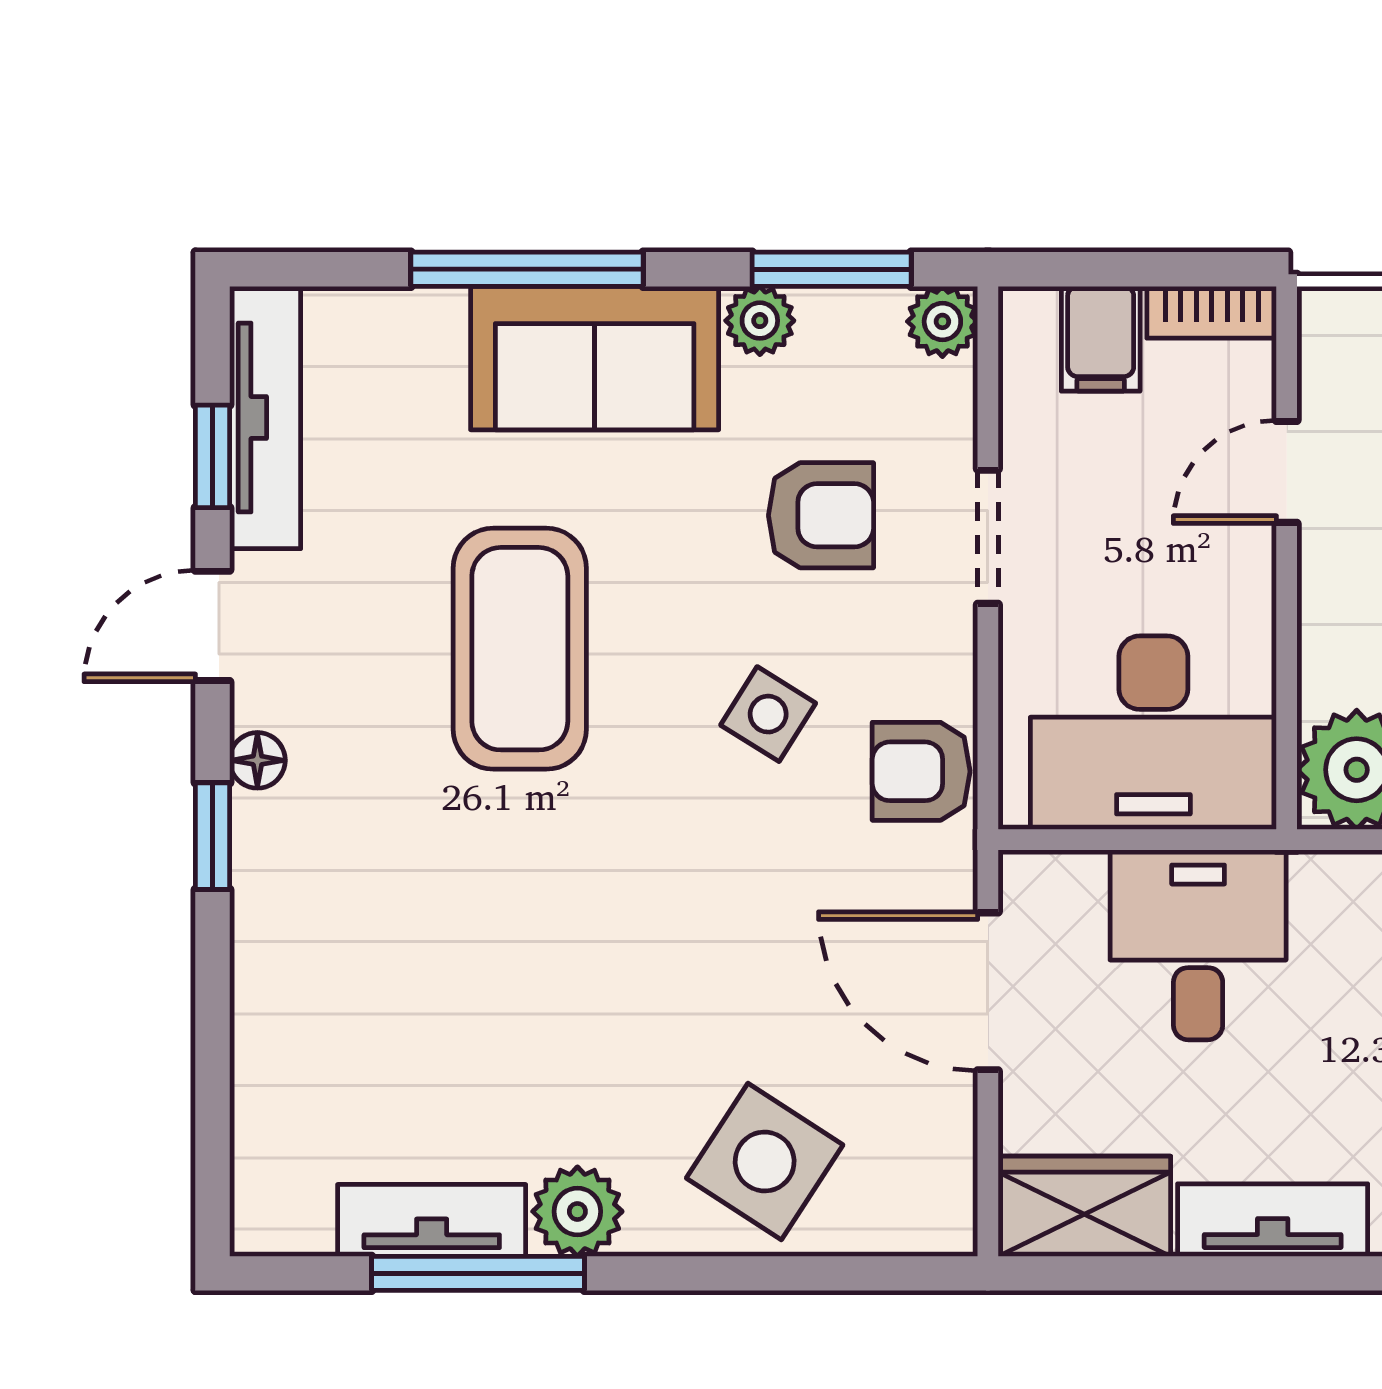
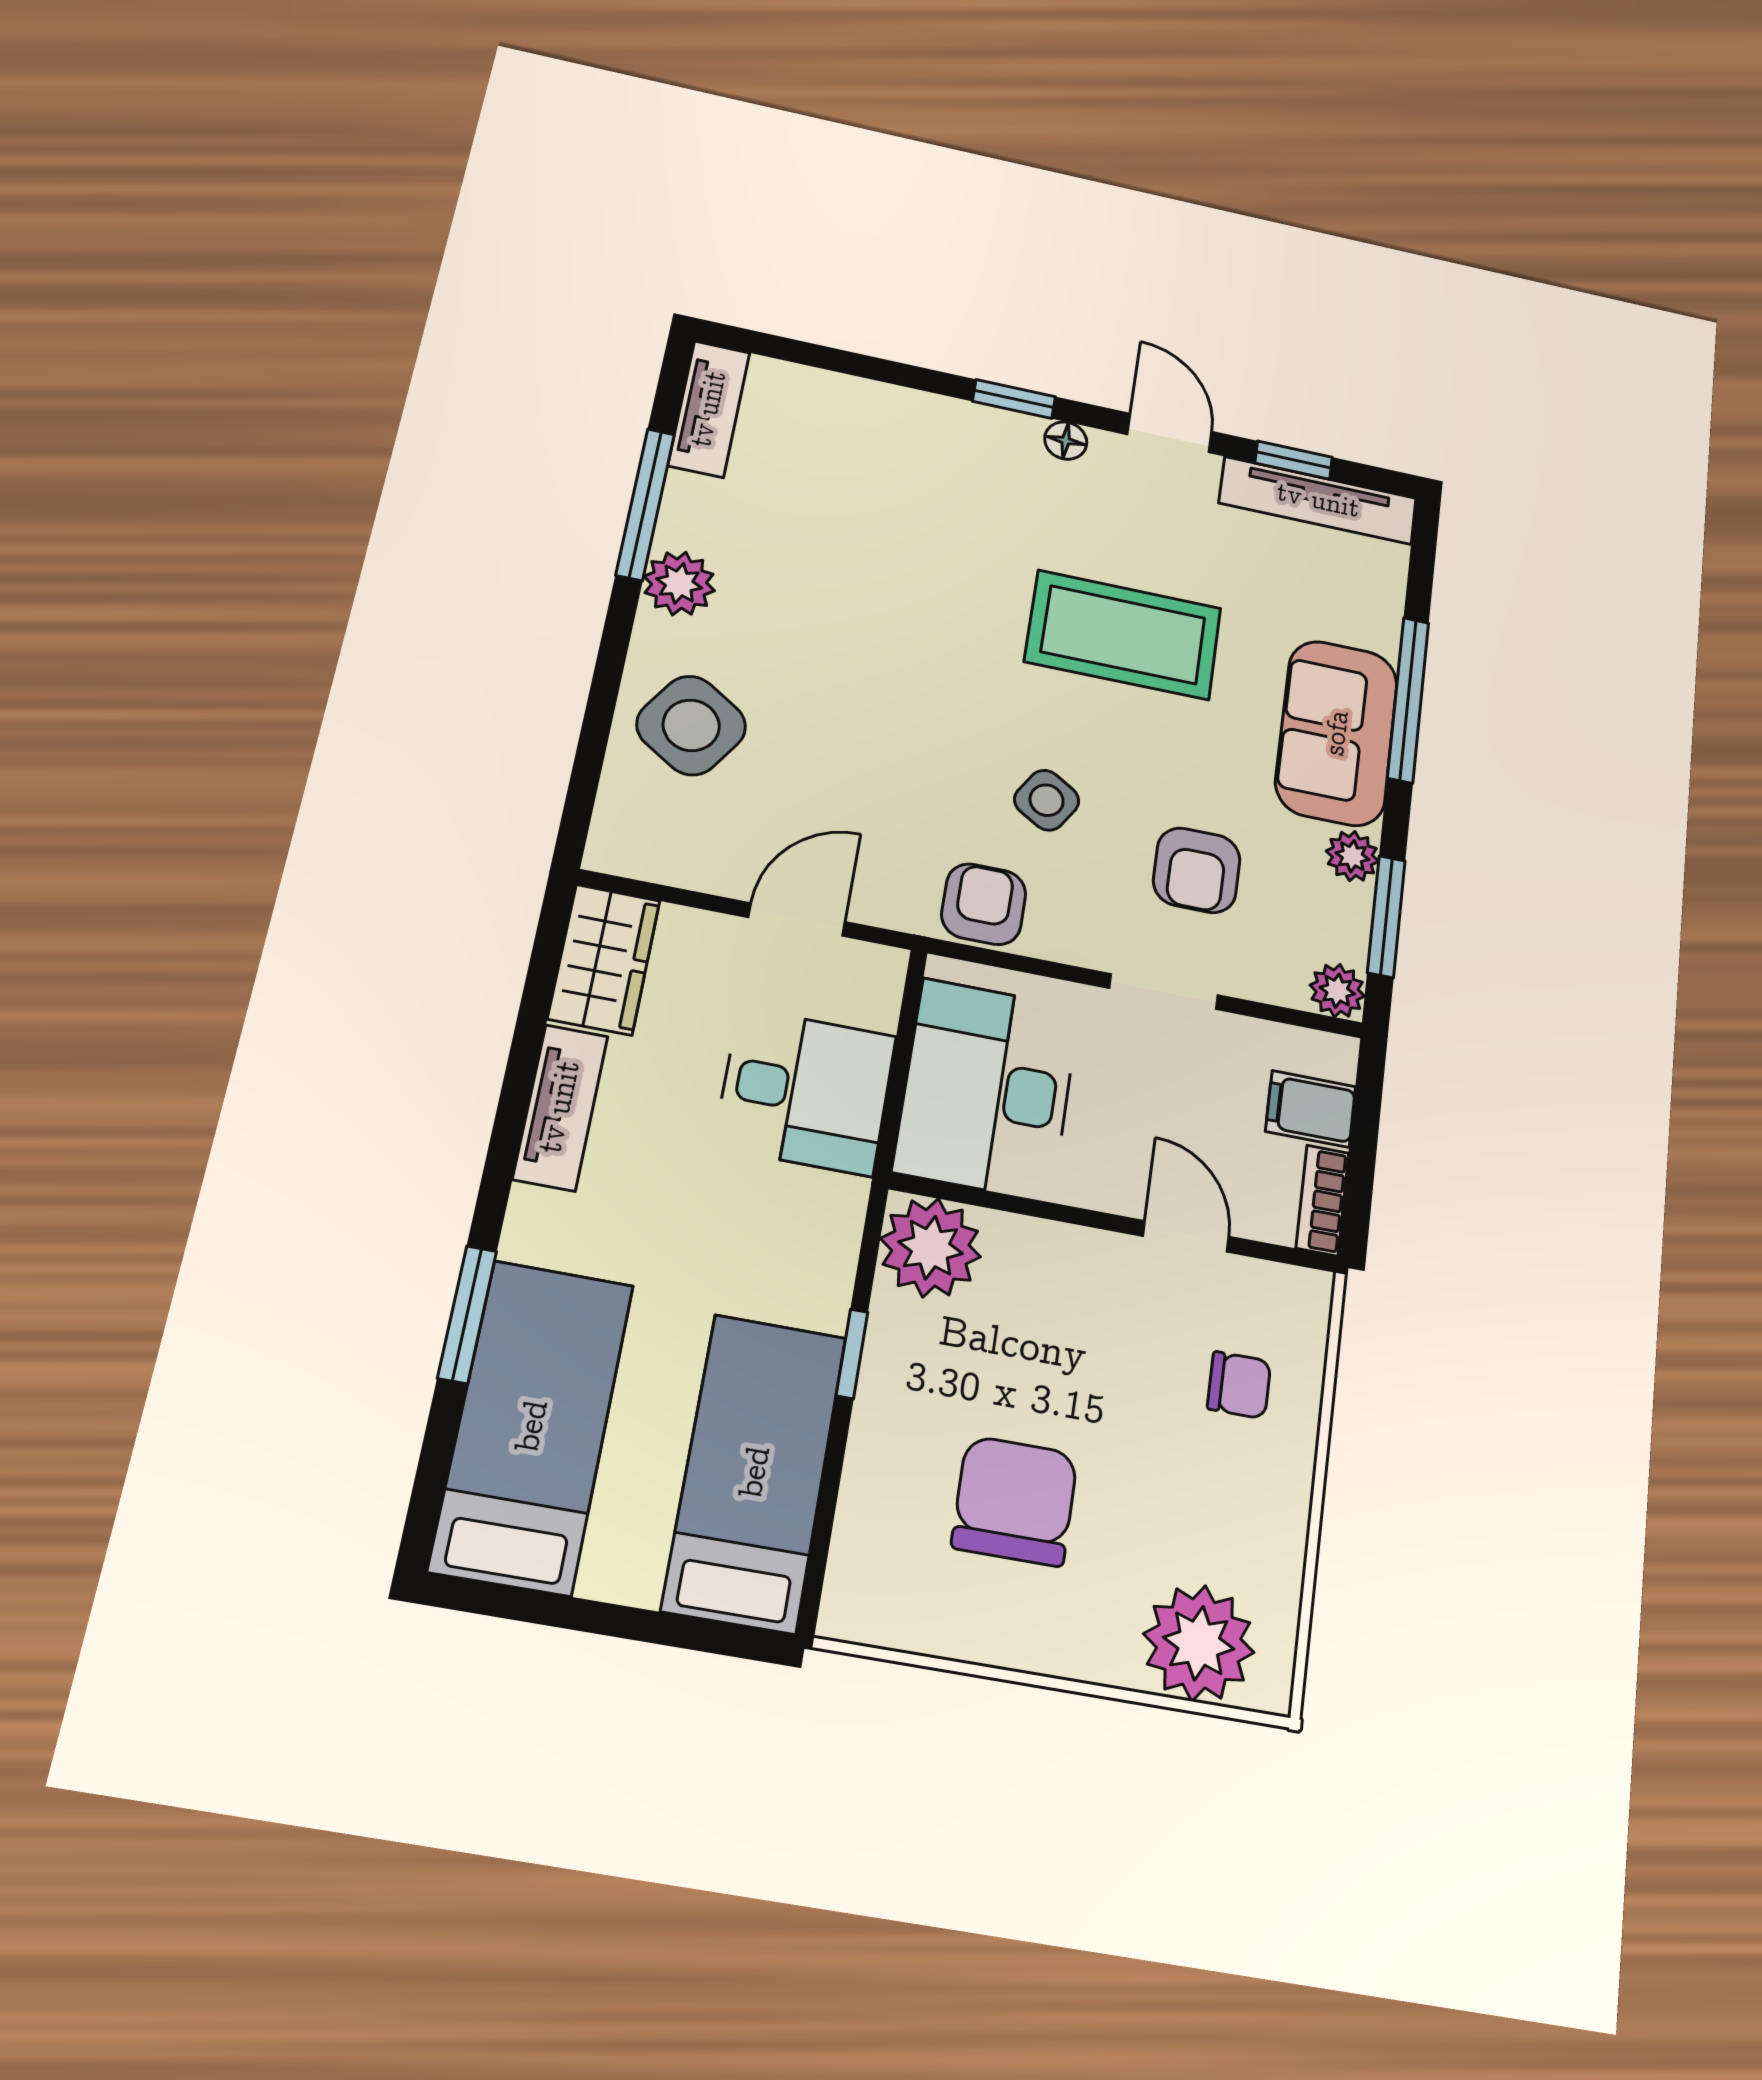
door: (988, 991) -> (797, 920), width x0.73
tv unit: (432, 1220) -> (709, 409), moved

